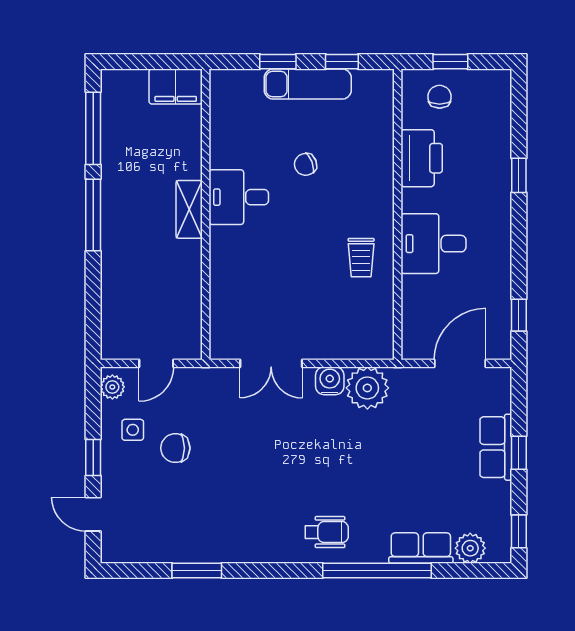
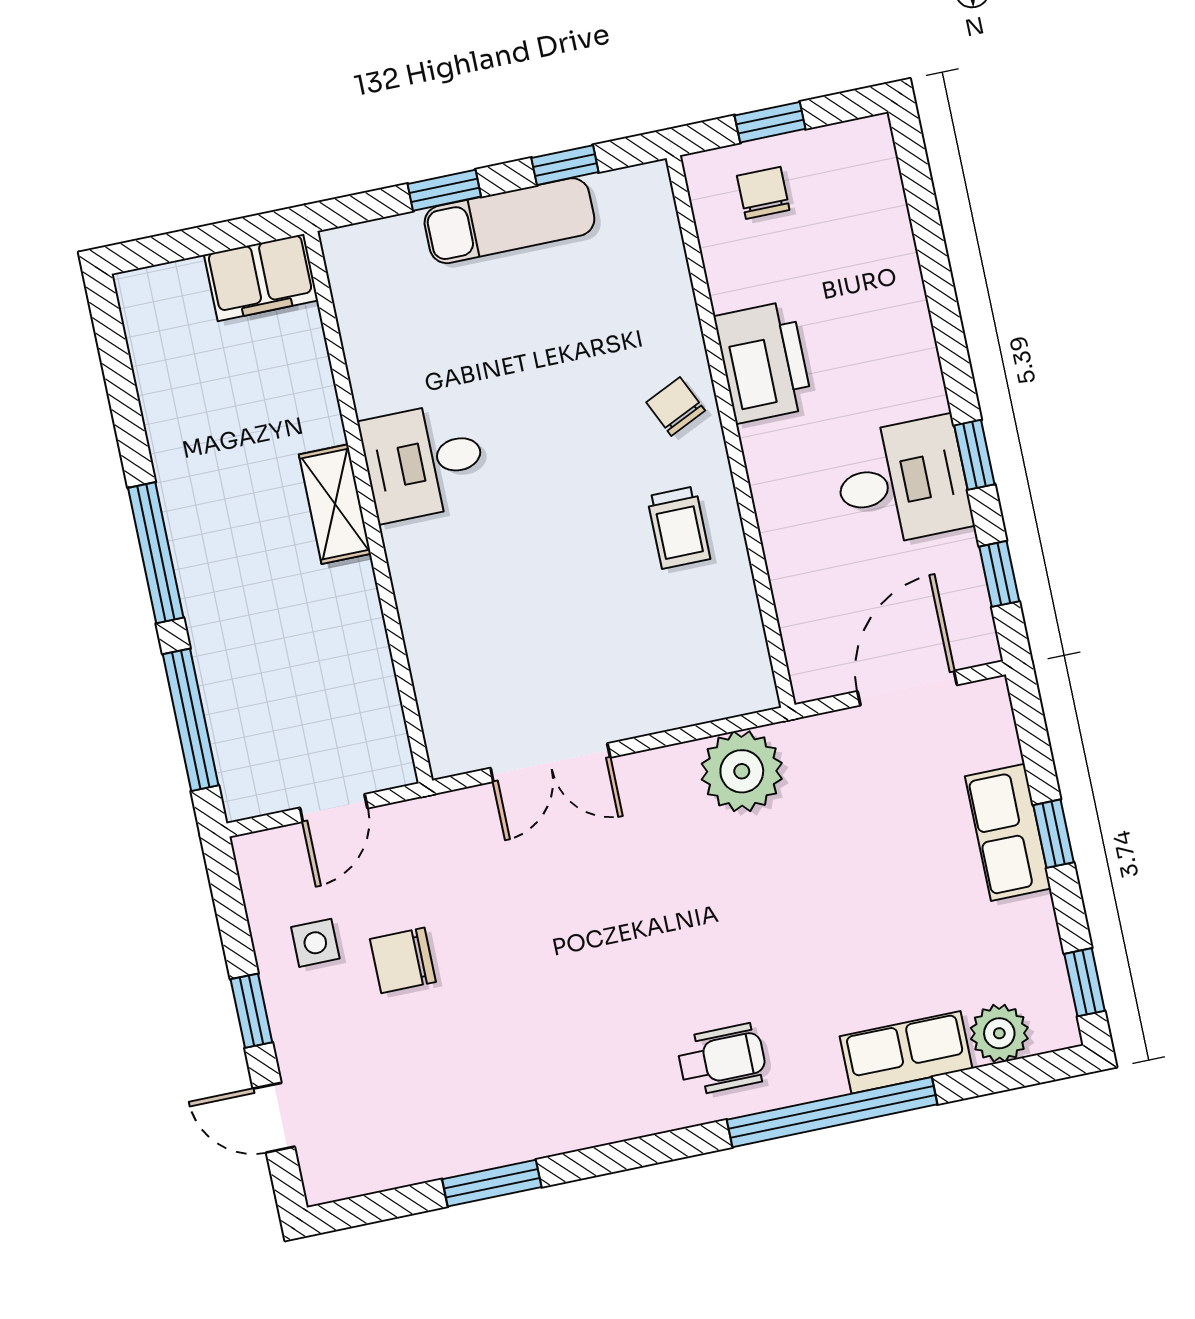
window: (93, 128) -> (191, 720), moved
printer: (422, 158) -> (763, 362), moved
chair: (306, 164) -> (676, 406), moved, turned 86
window: (519, 175) -> (974, 455), moved
desk: (433, 244) -> (902, 482), moved, turned 180
water cooler: (330, 381) -> (668, 773), removed
plant: (112, 387) -> (260, 870), removed

